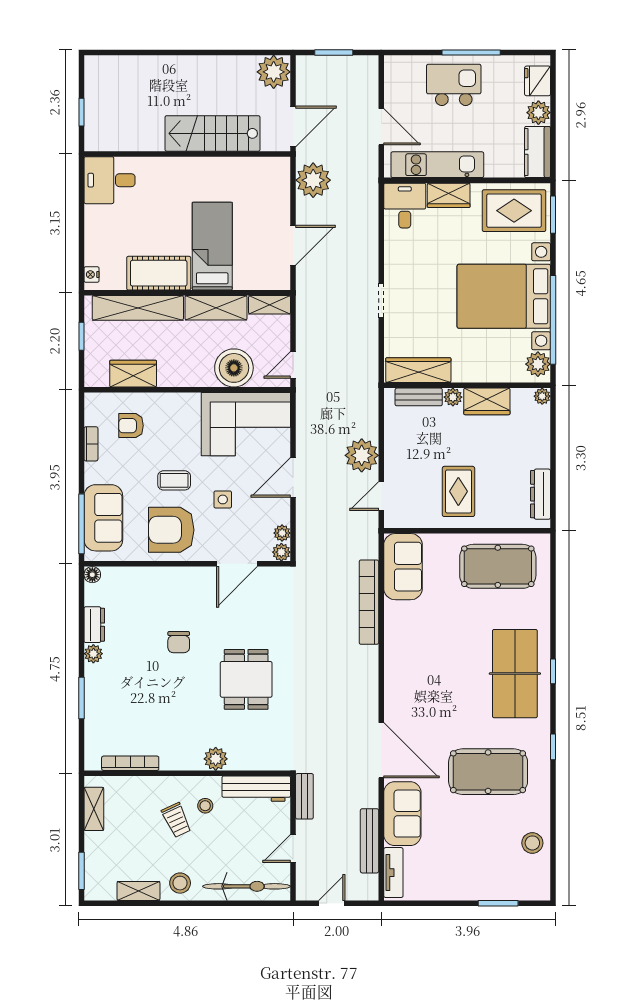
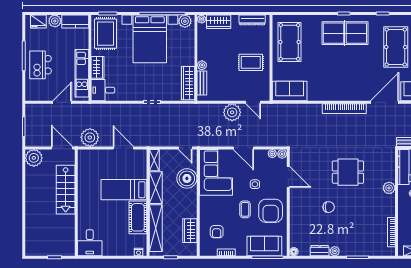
wardrobe: (487, 401) -> (219, 22), moved, turned 90
bookcase: (369, 602) -> (344, 109), moved

